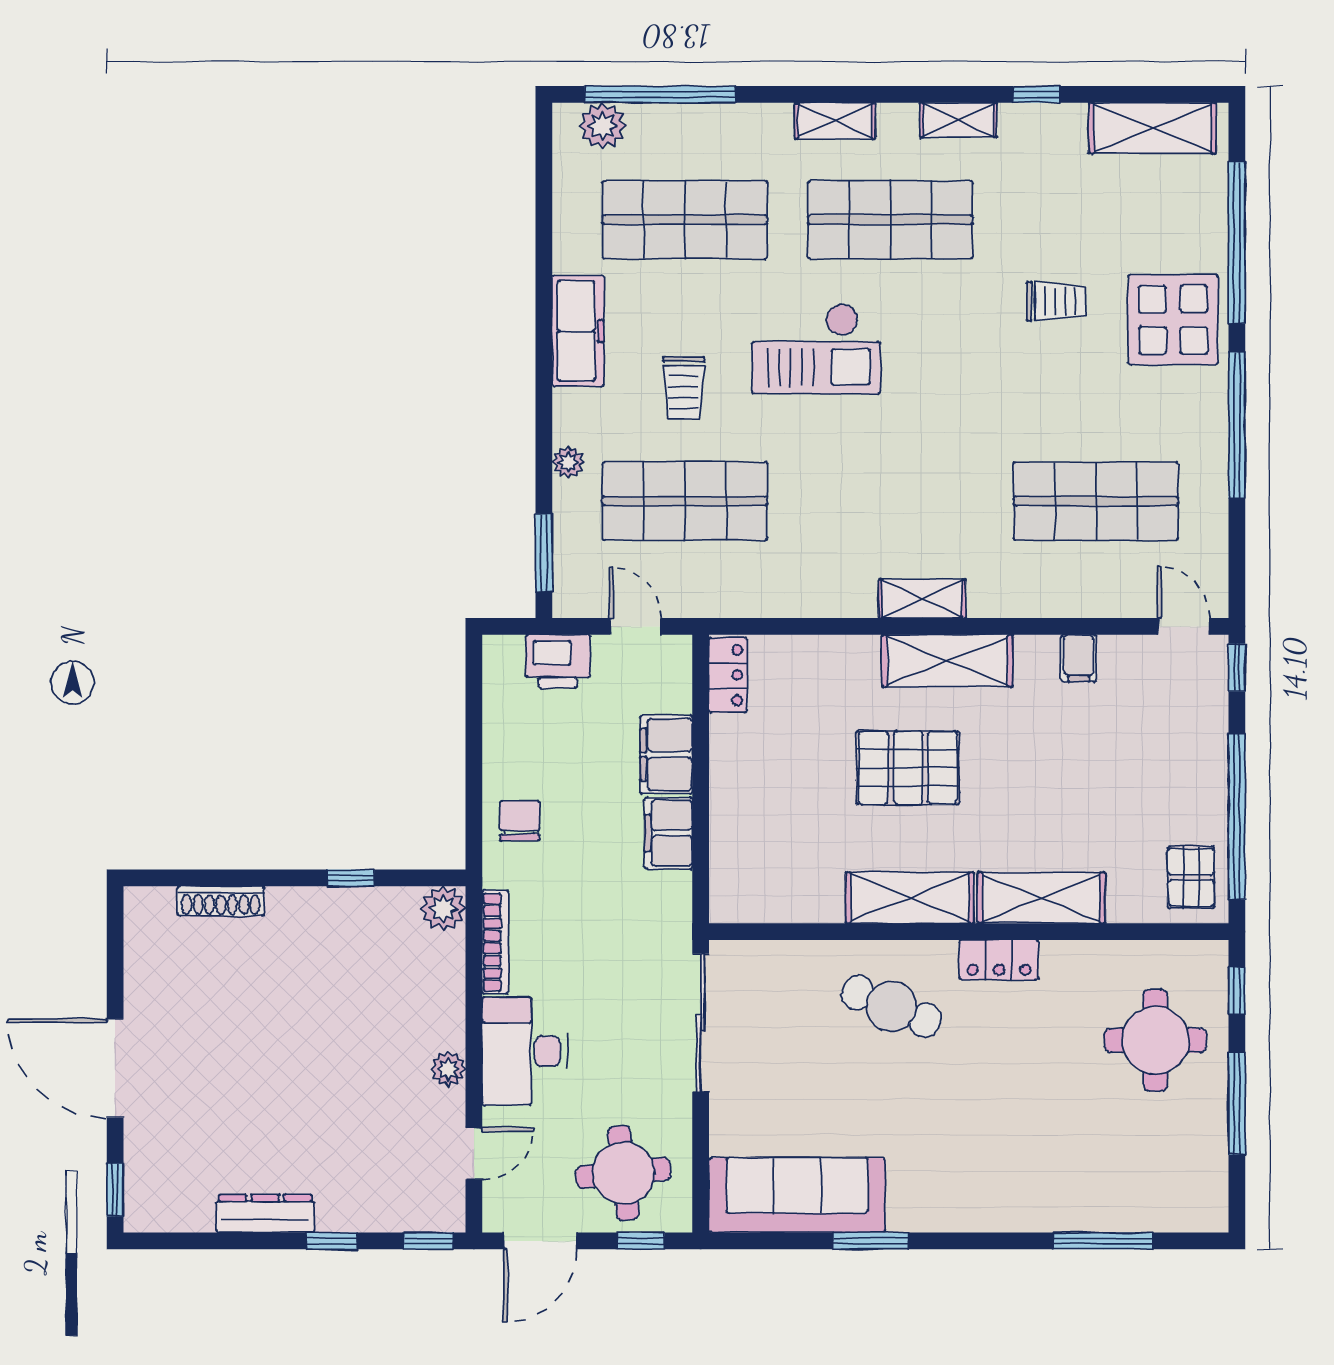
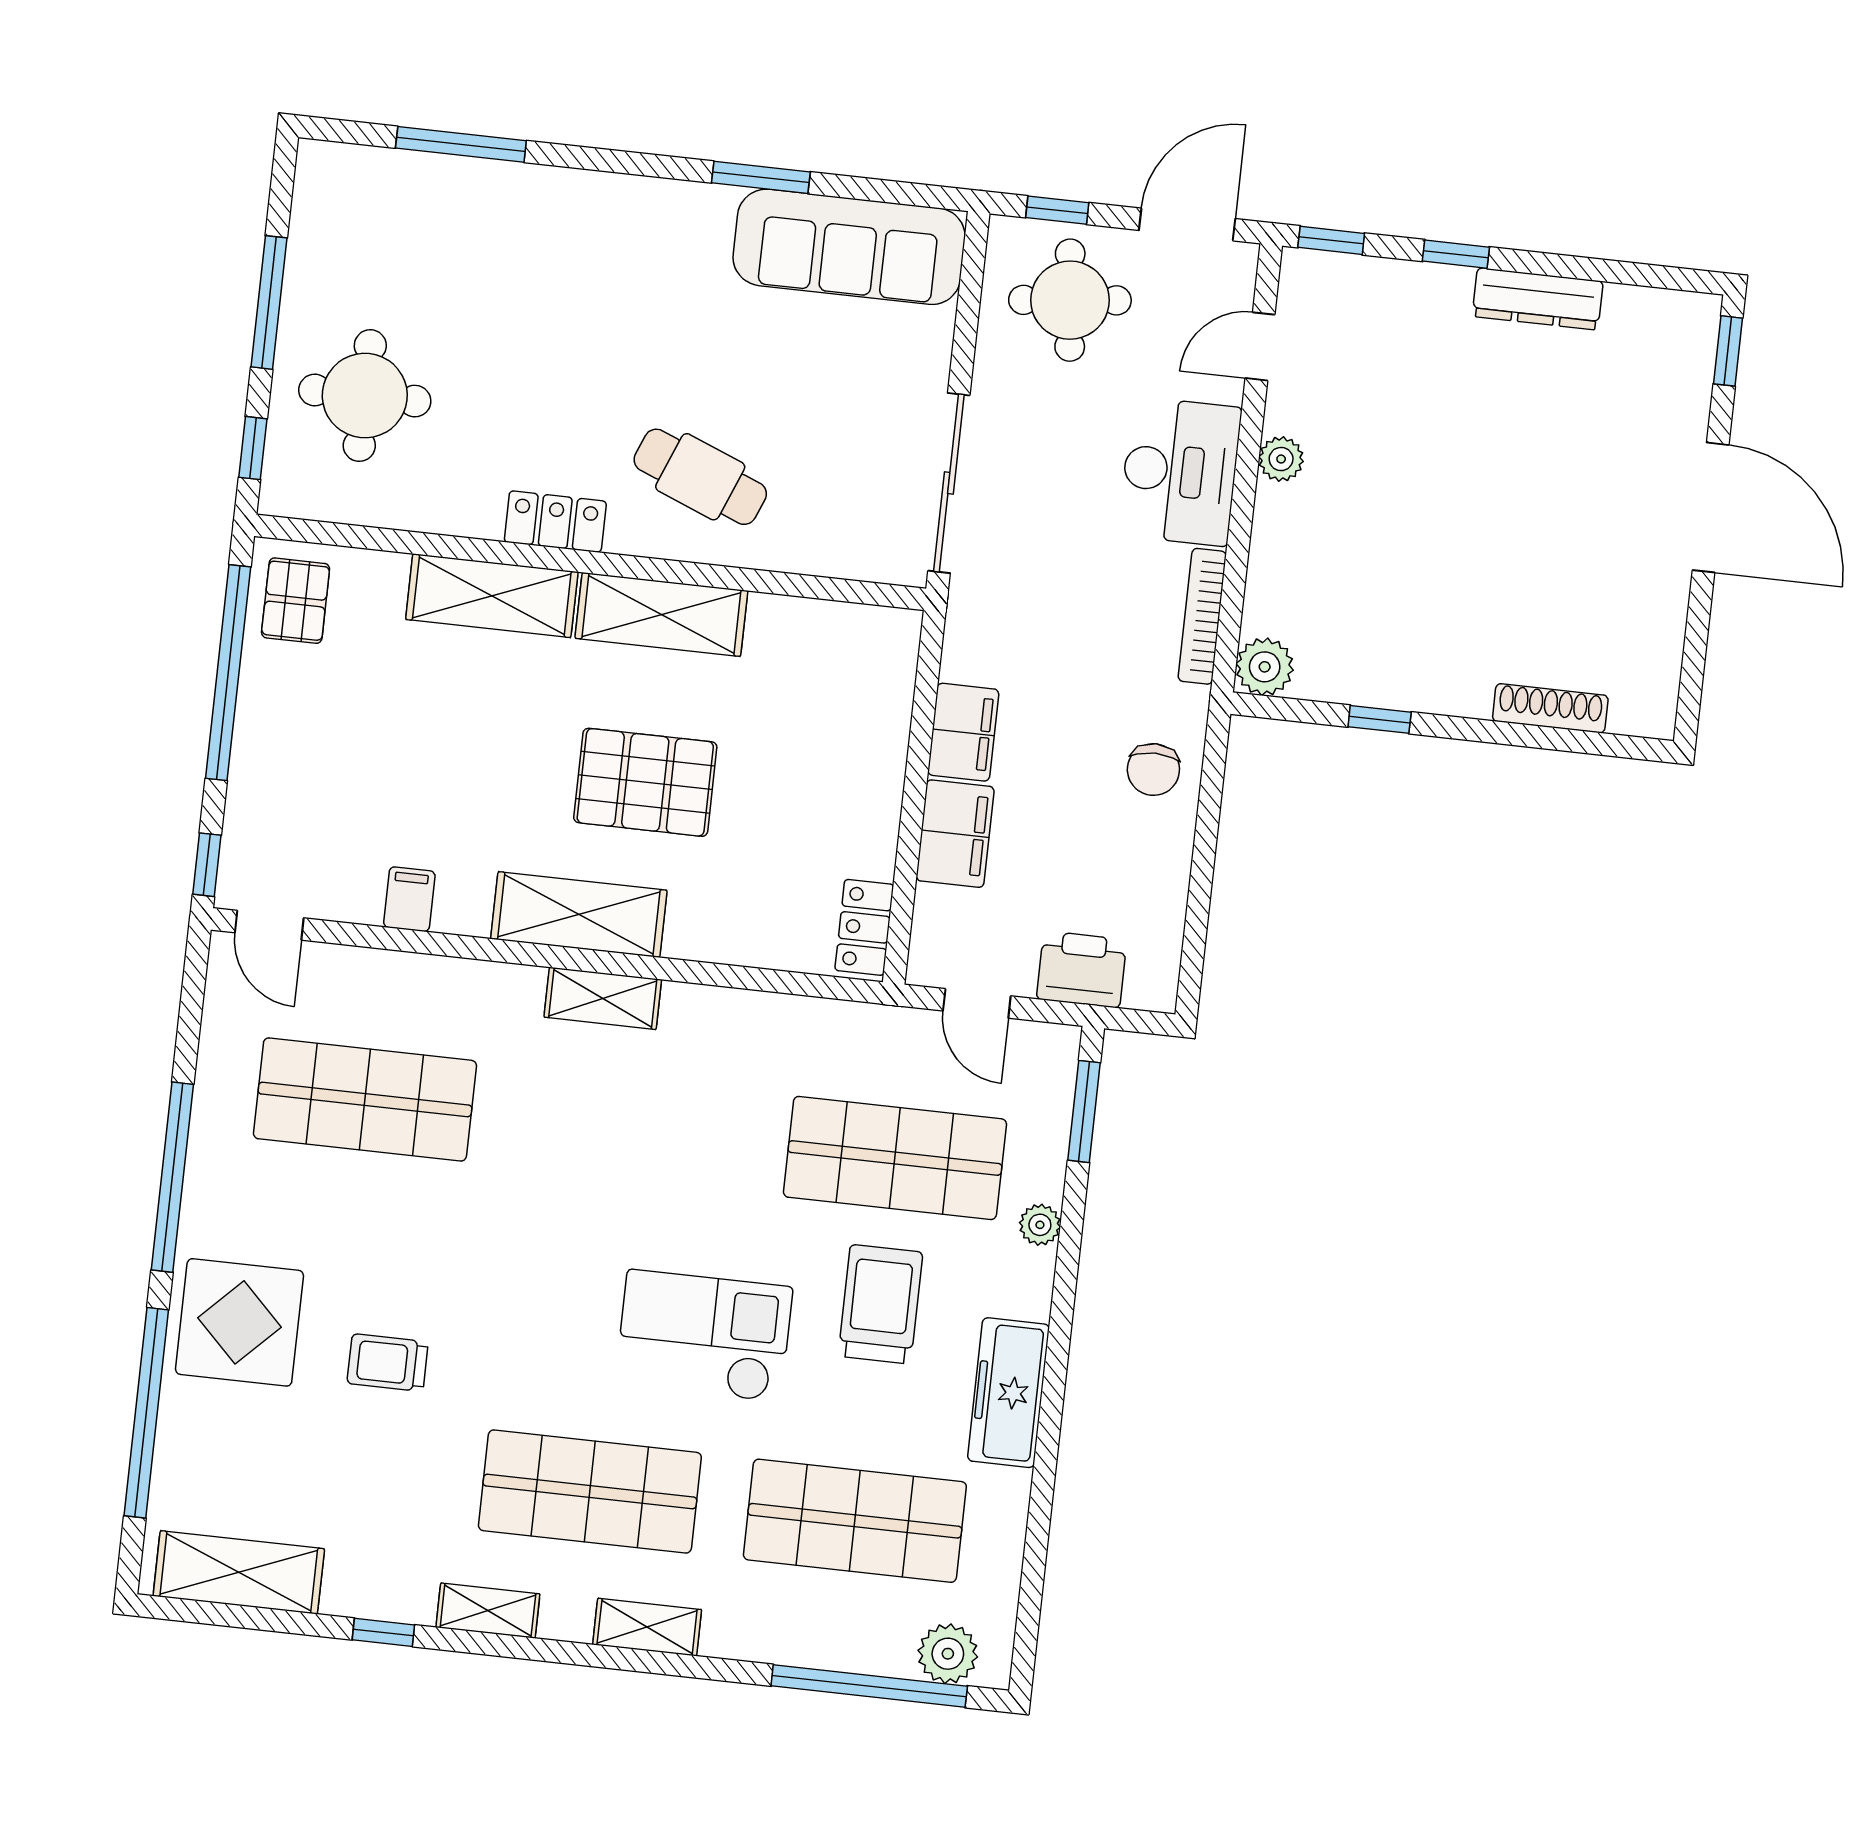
trolley: (684, 388) -> (880, 1304), width x1.36, depth x1.39

